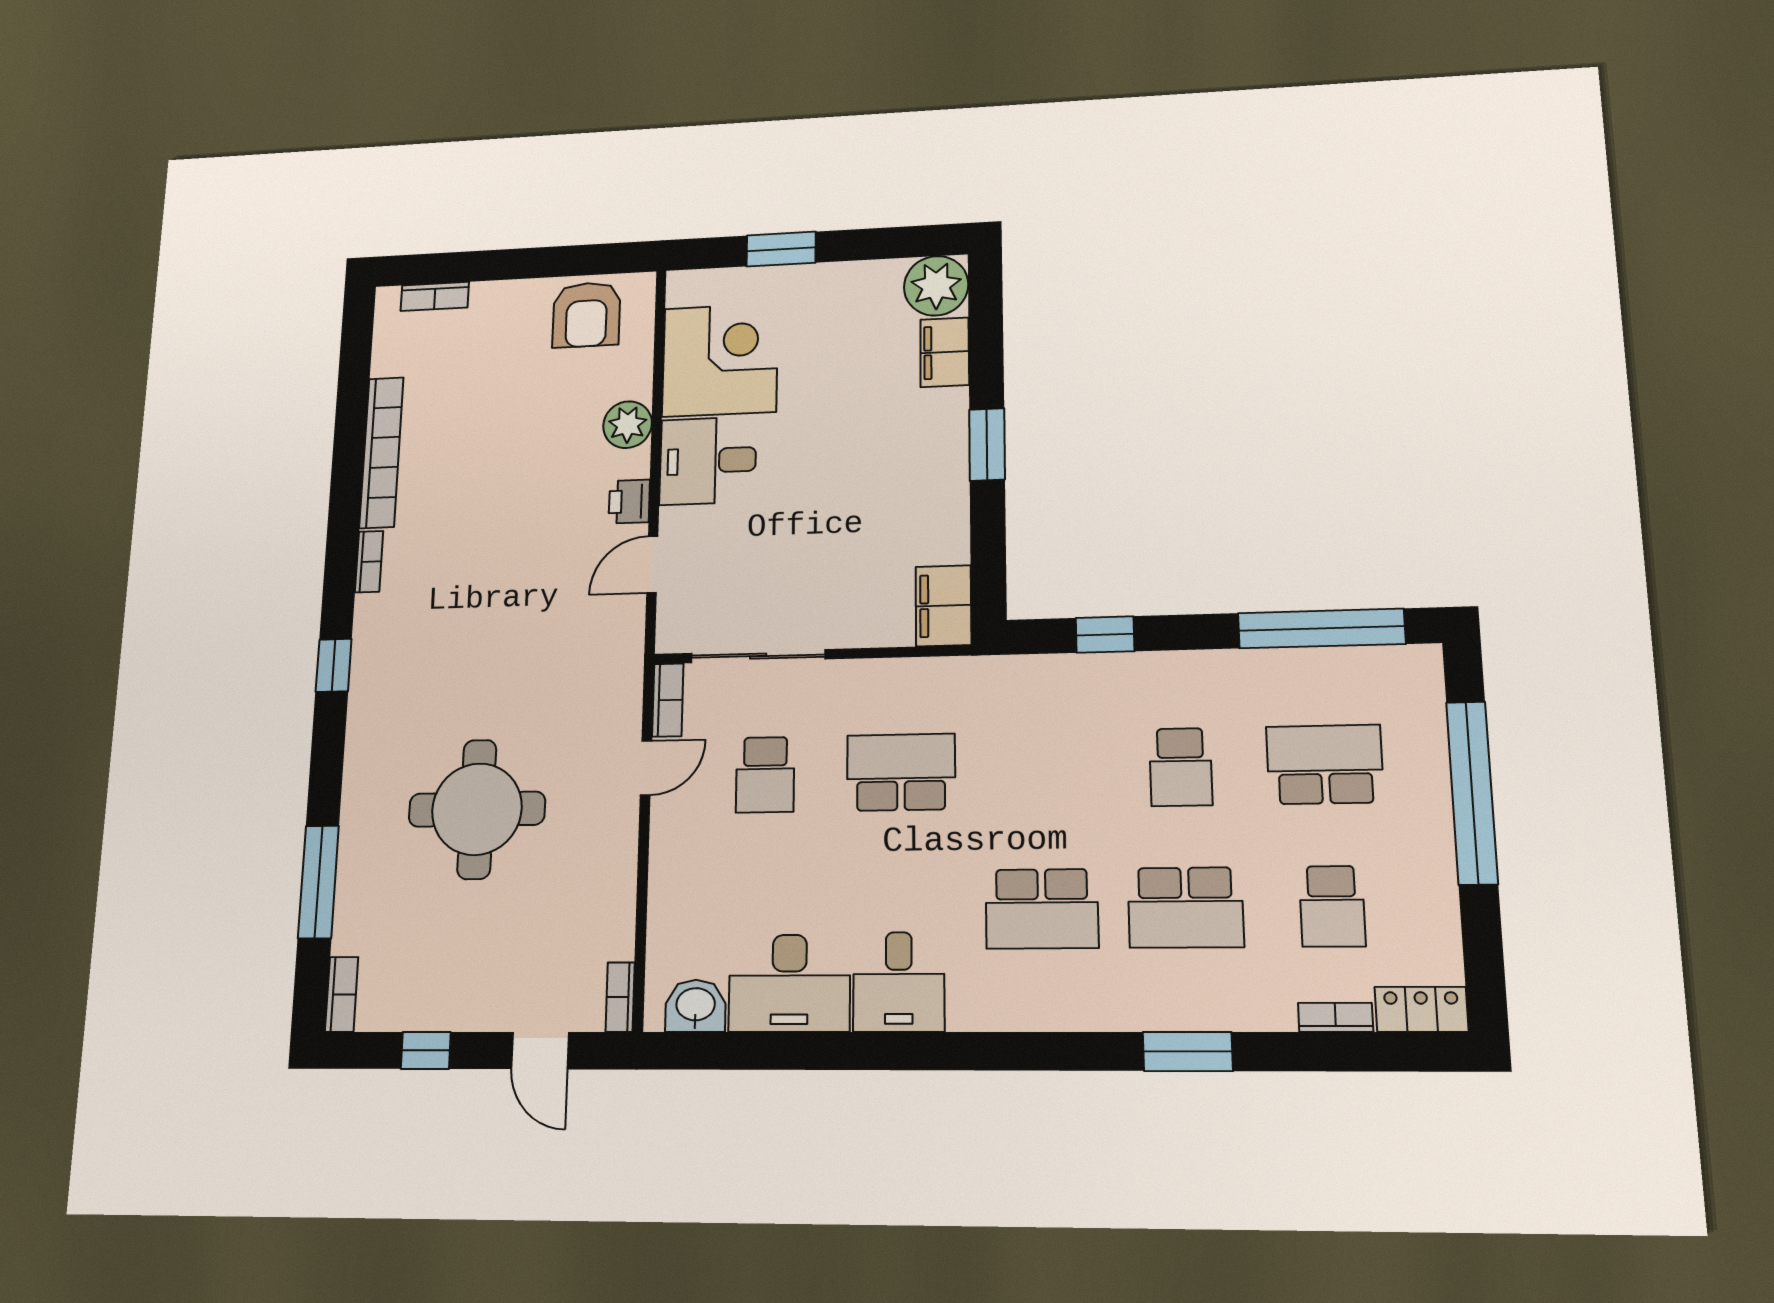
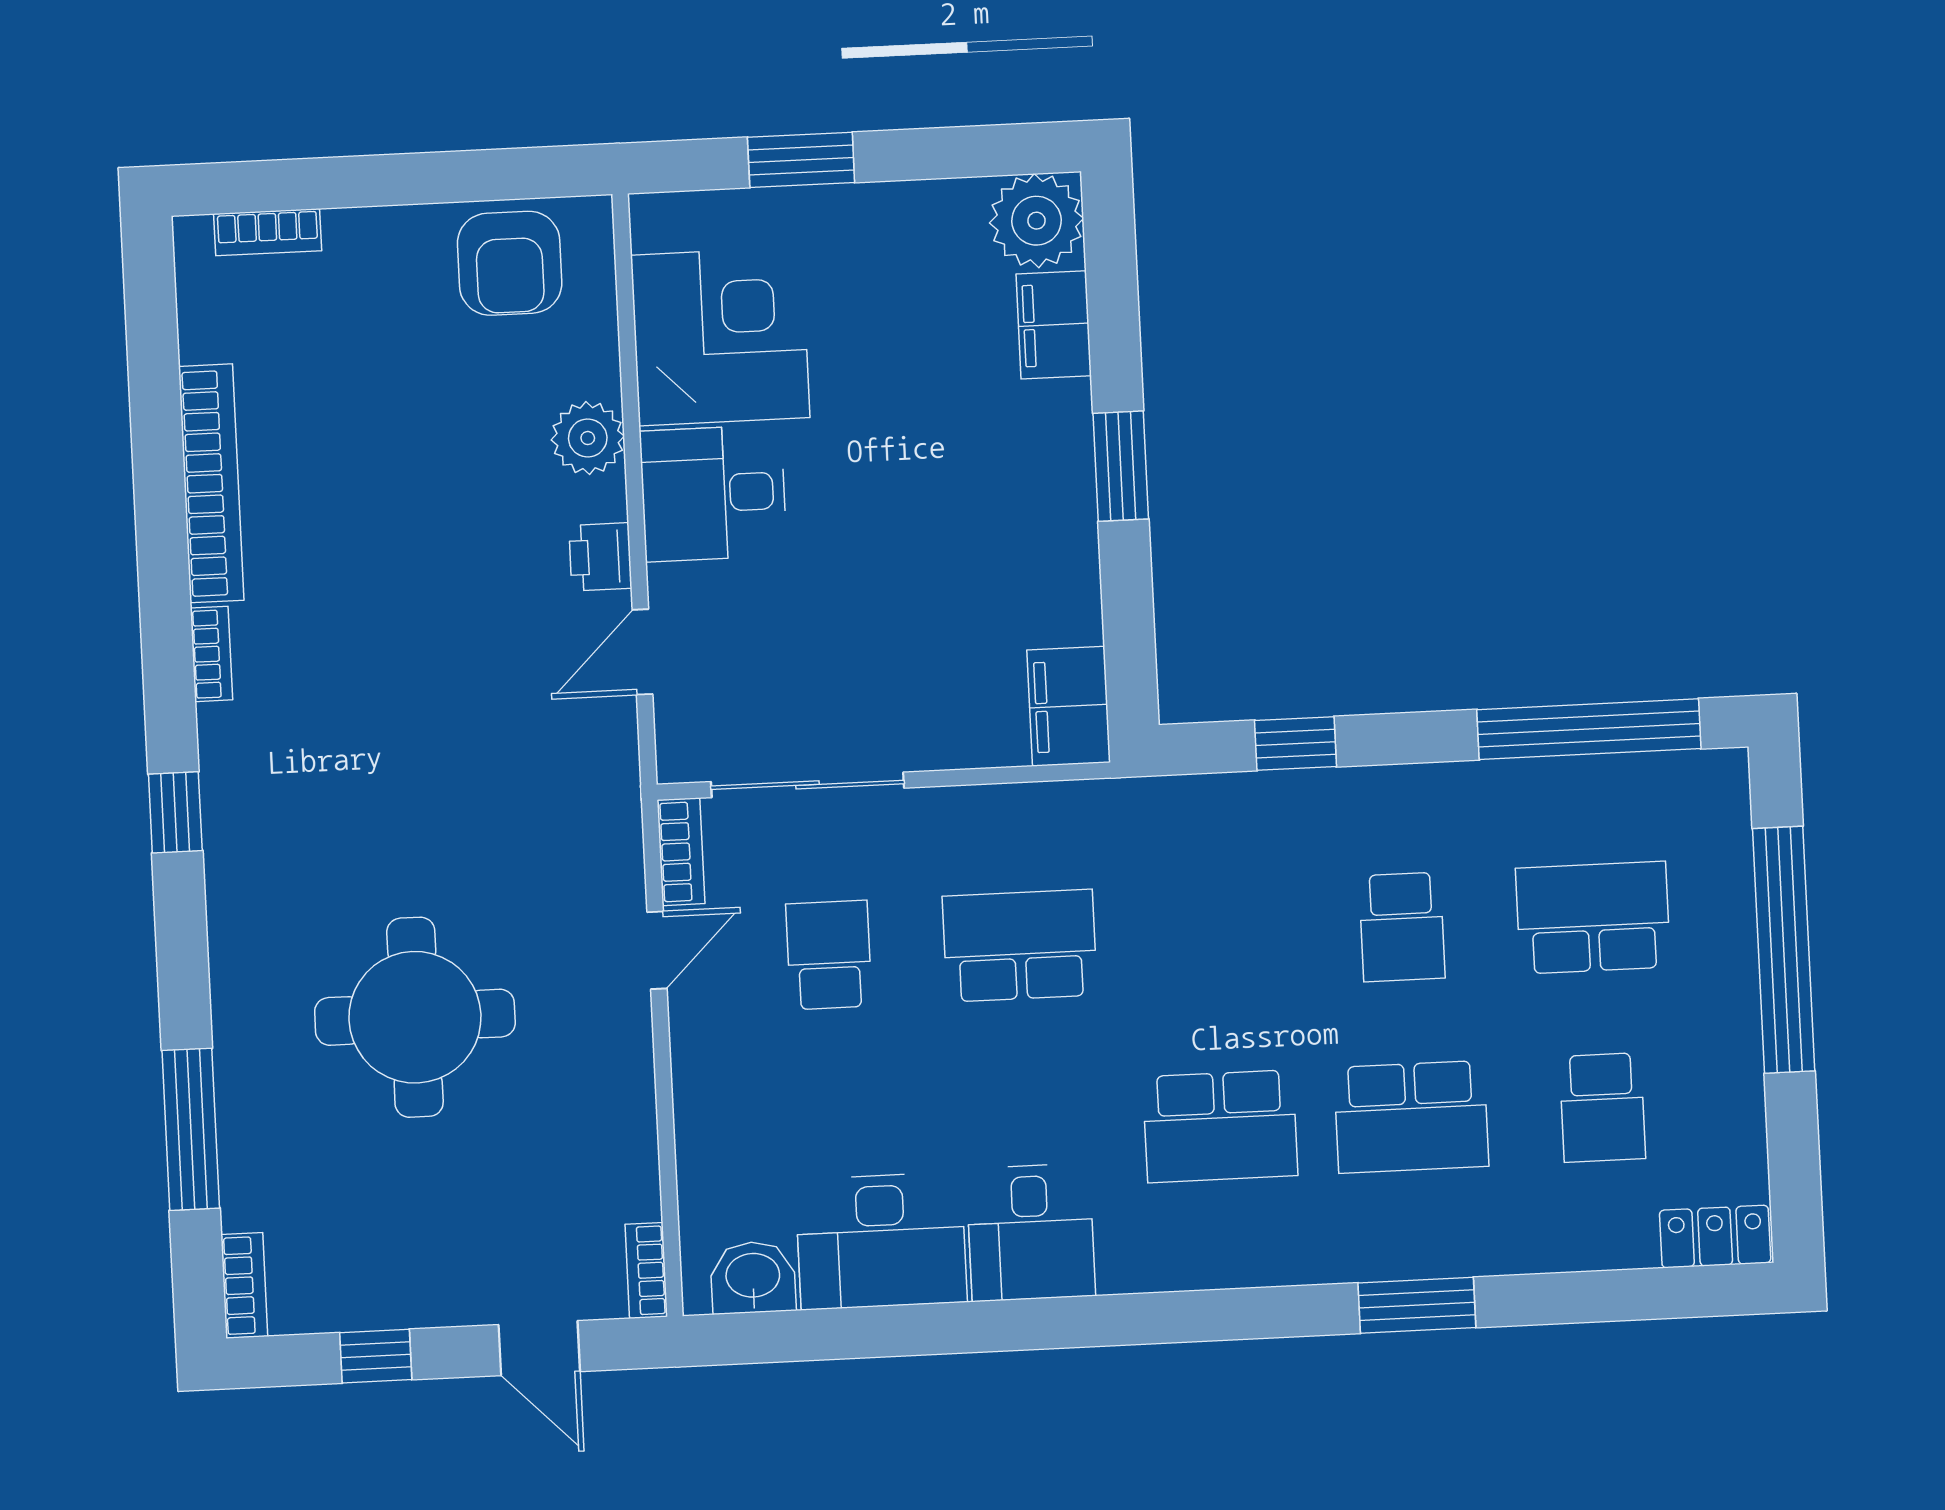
school desk: (765, 775) -> (829, 955), turned 180
bookcase: (1336, 1017) -> (1606, 1252), removed

